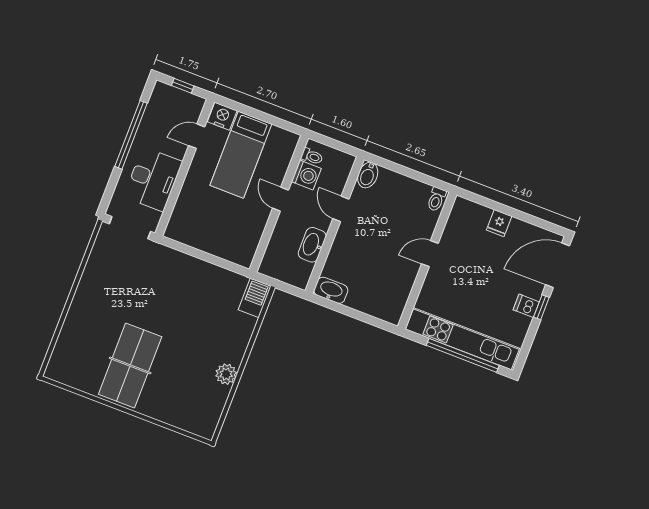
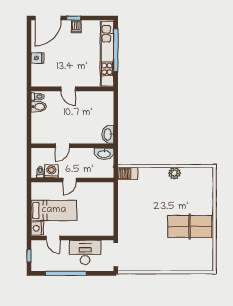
bidet: (368, 175) -> (39, 107), moved
washbasin: (312, 245) -> (104, 154), moved
door: (558, 265) -> (48, 18), hinge flipped

